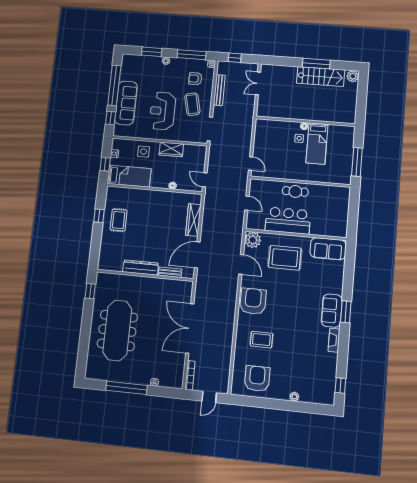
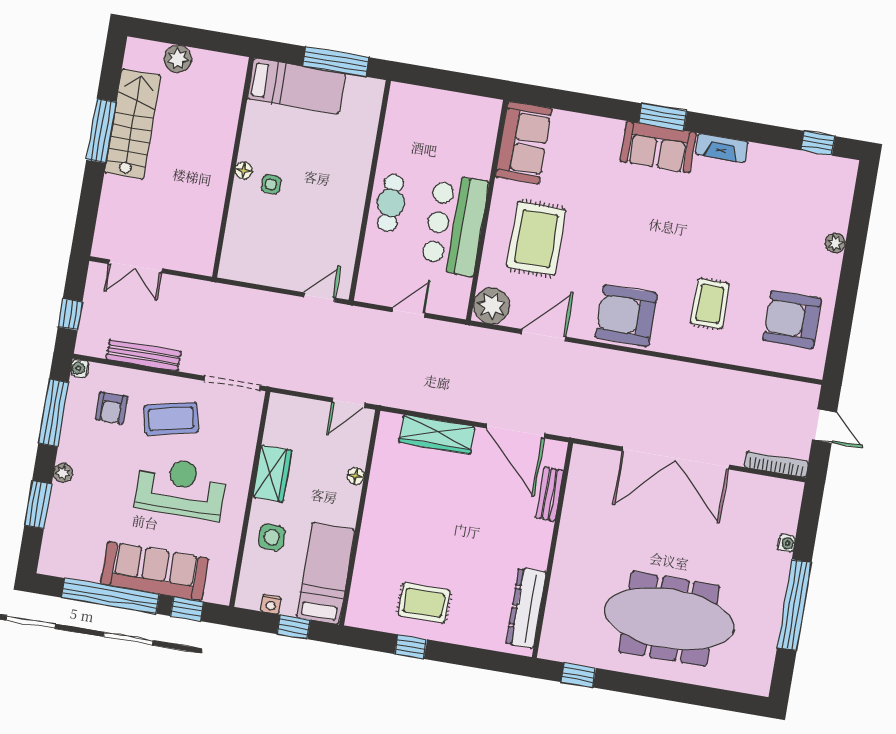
plant: (353, 76) -> (178, 59), moved
reception desk: (163, 111) -> (181, 488), turned 180
bed: (317, 144) -> (296, 86), moved
dresser: (141, 268) -> (526, 608), moved

